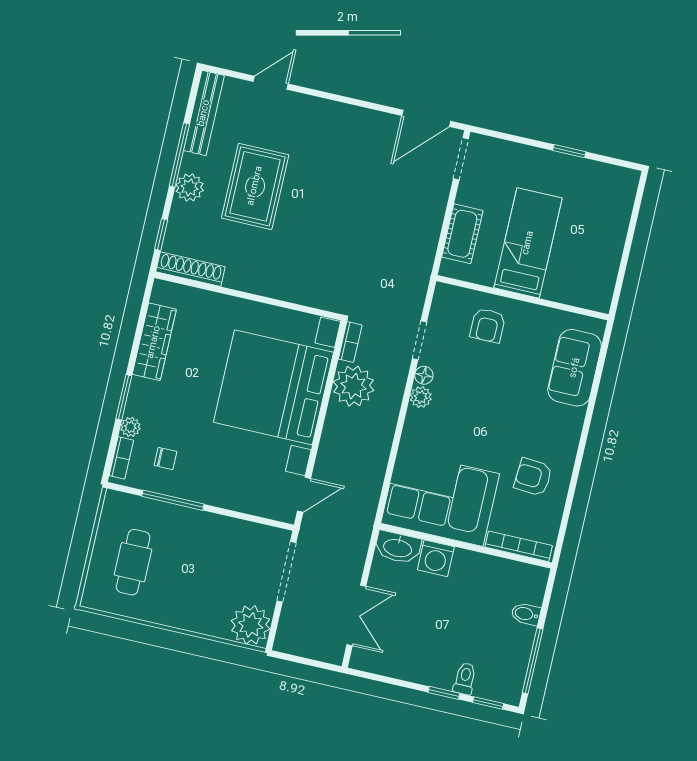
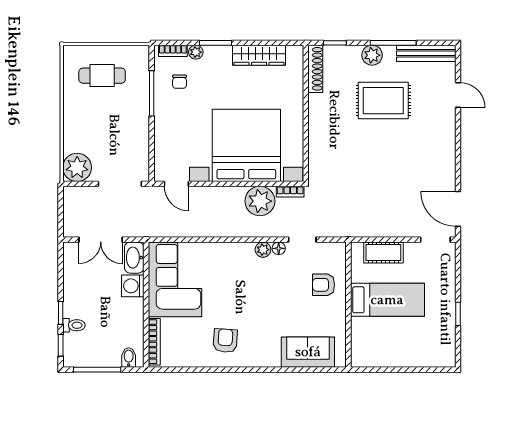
corner sofa: (440, 499) -> (175, 279), moved
wall: (466, 546) -> (146, 305), moved
bookcase: (519, 546) -> (154, 342), moved
washbasin: (398, 547) -> (134, 258), moved
washing machine: (436, 558) -> (133, 286), moved

